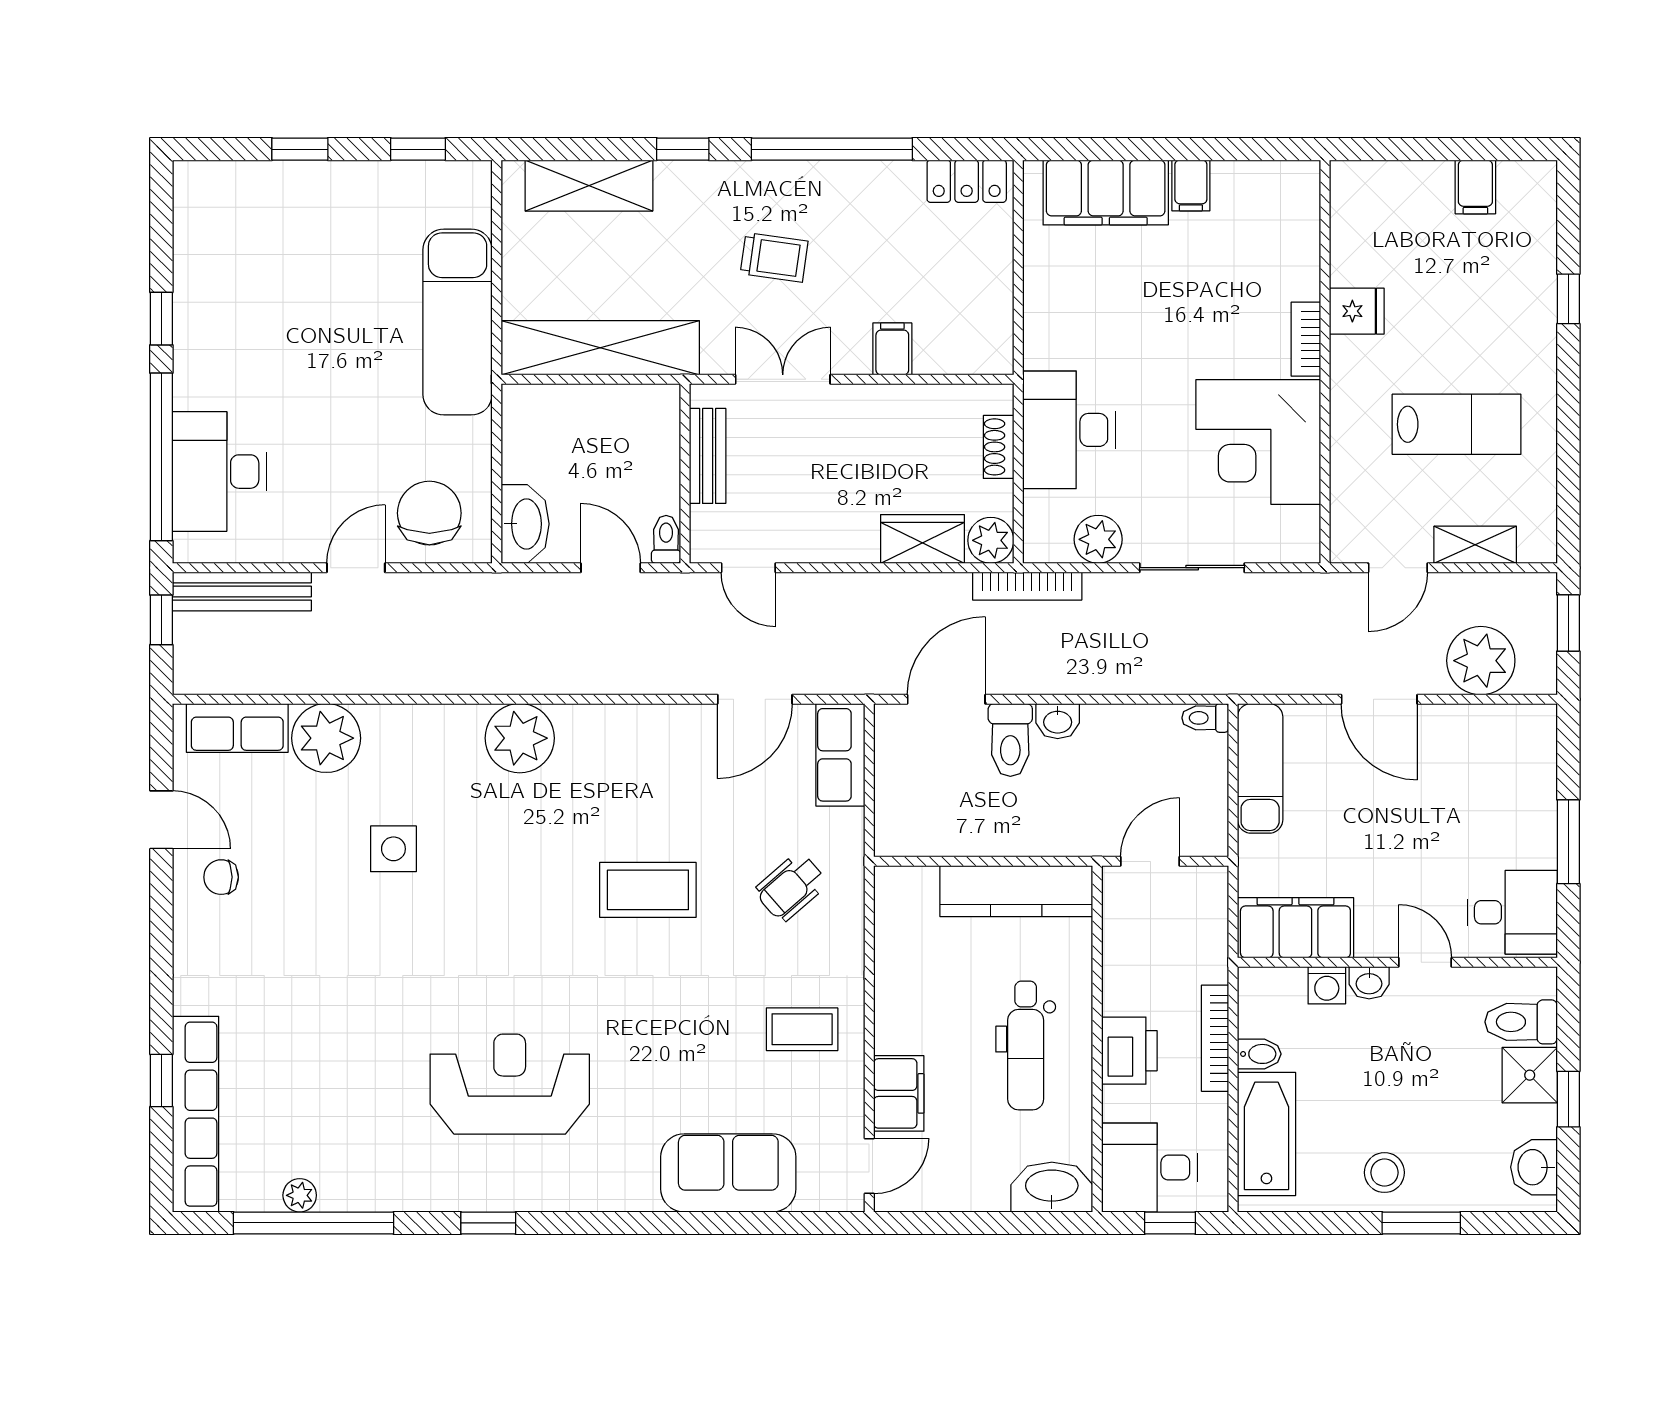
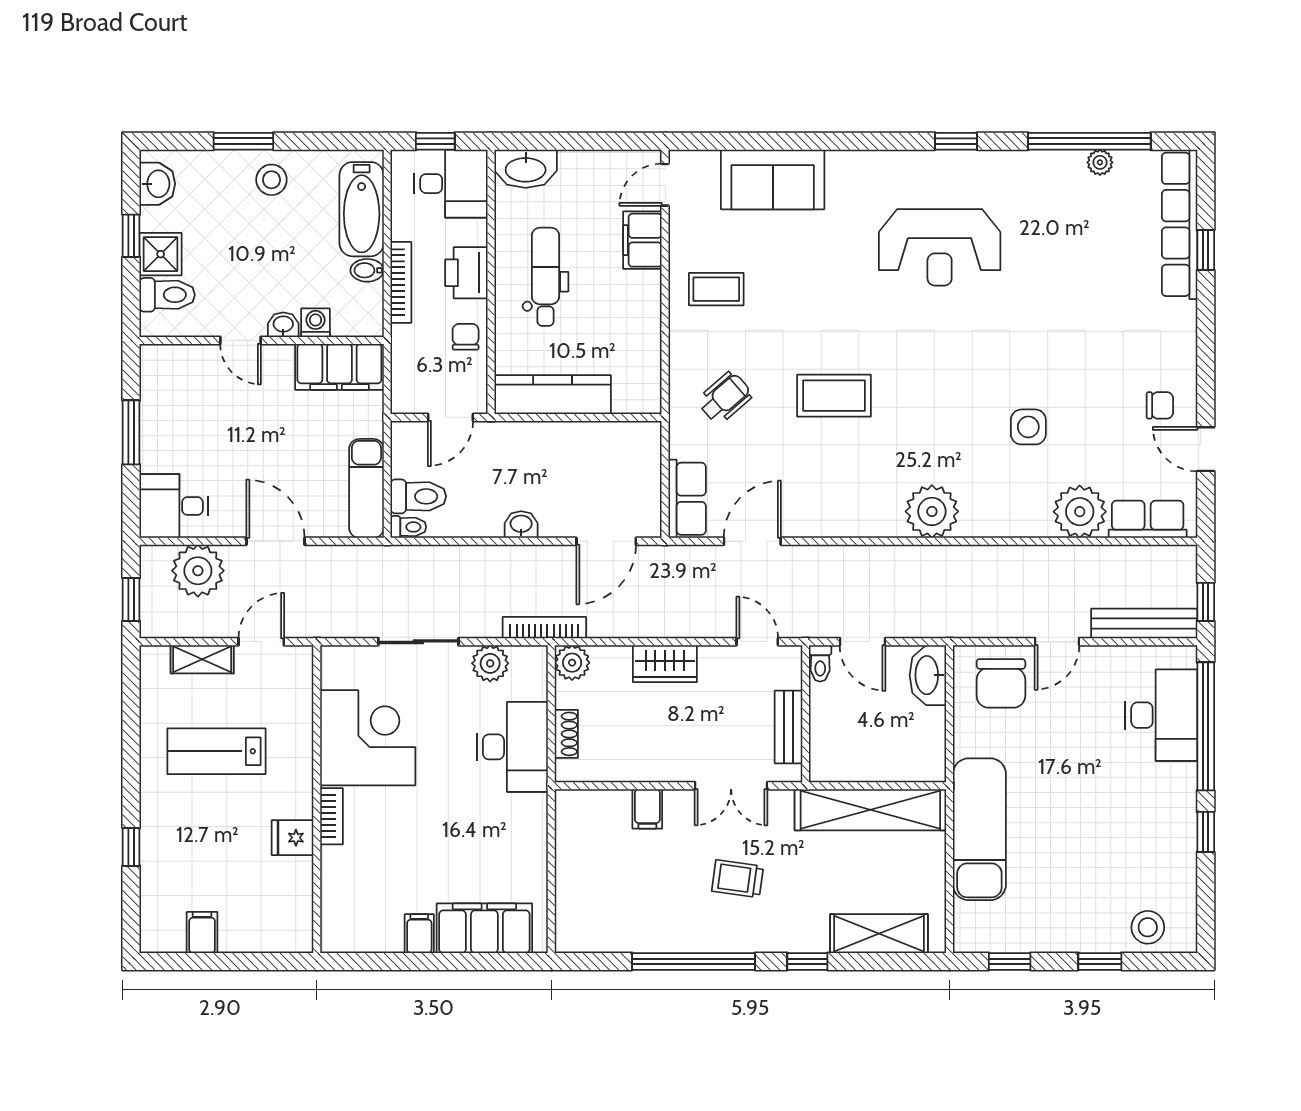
locker: (967, 181) -> (591, 937), removed
stool: (237, 194) -> (1148, 927), added
wardrobe: (922, 539) -> (665, 664), moved
toilet: (1010, 740) -> (418, 496), moved, turned 90
desk: (1512, 912) -> (174, 506), moved
chair: (1130, 967) -> (466, 337), added

